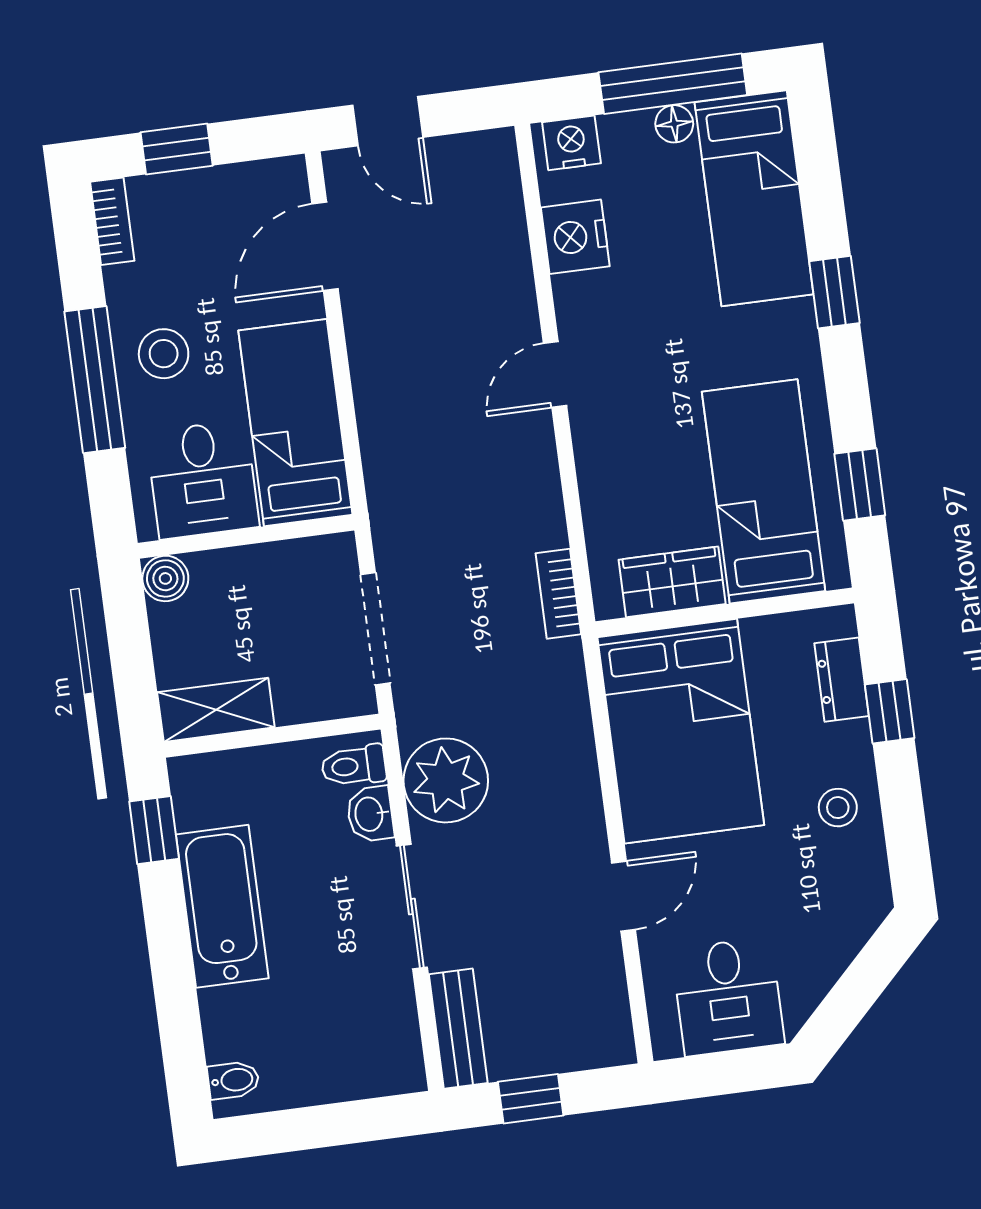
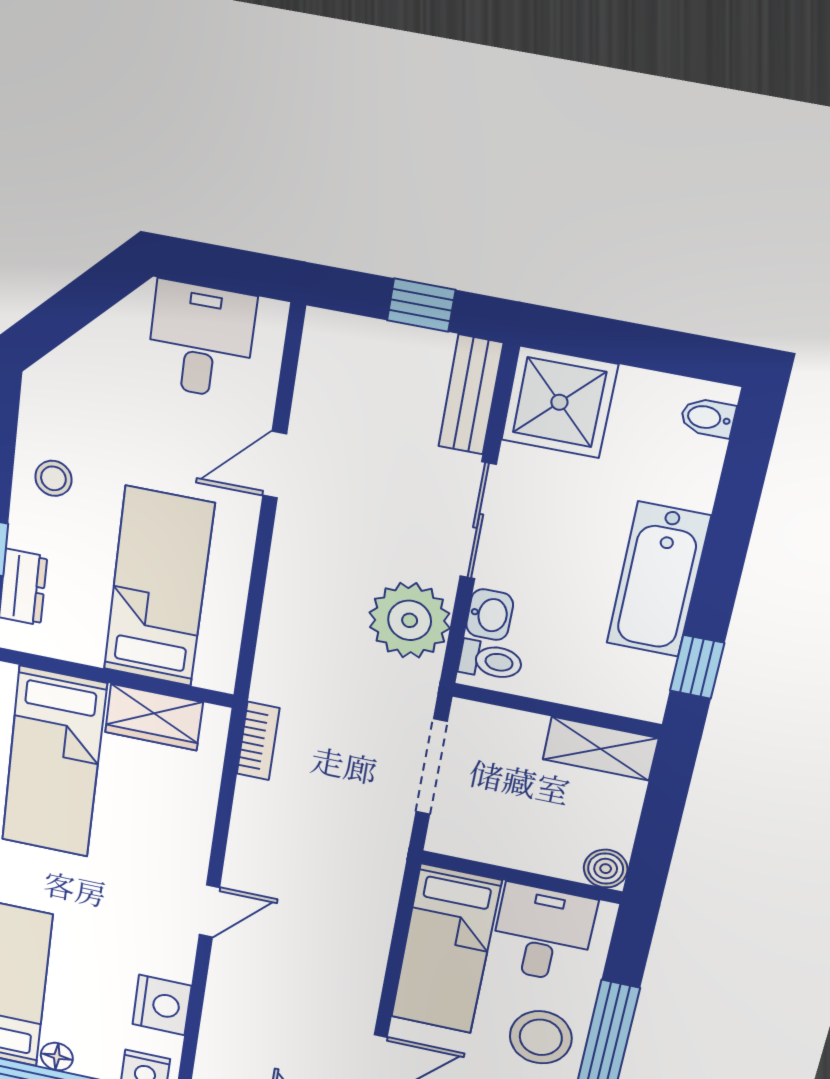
stool: (164, 354) -> (541, 1037), width x1.38, depth x1.38
bed: (681, 731) -> (159, 587), width x0.67
shower: (374, 1049) -> (559, 402), added

